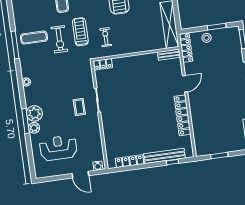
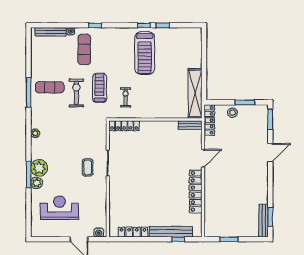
exercise bike: (59, 39) -> (76, 93), turned 180
locker: (103, 64) -> (124, 126), width x1.53

